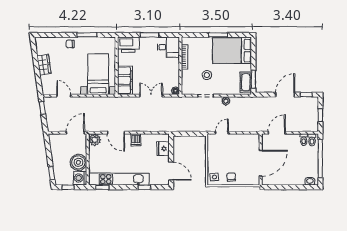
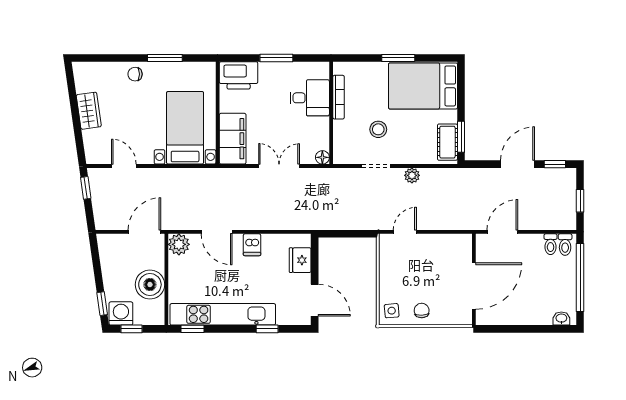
desk: (168, 47) -> (310, 98), moved
washing machine: (80, 178) -> (121, 313), moved, turned 90

